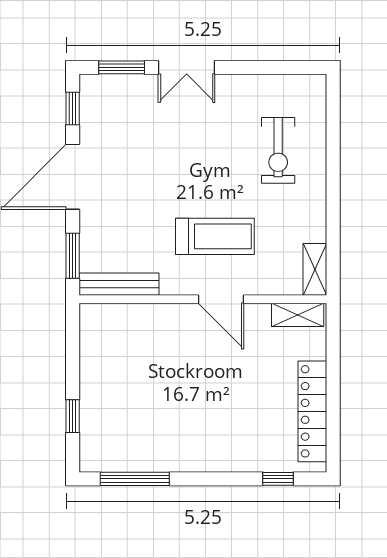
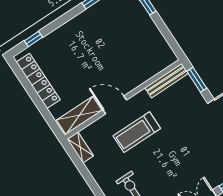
shelving: (298, 315) -> (79, 115), width x1.50, depth x1.33

